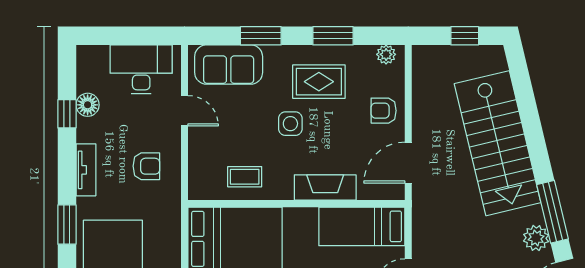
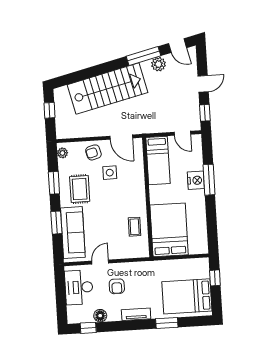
sofa: (229, 65) -> (73, 233), width x1.36
armchair: (384, 111) -> (93, 152), turned 75
window: (67, 114) -> (88, 328), moved
side table: (290, 124) -> (110, 173), moved
armchair: (146, 166) -> (117, 286), moved, turned 180
fireplace: (325, 187) -> (138, 182), removed

